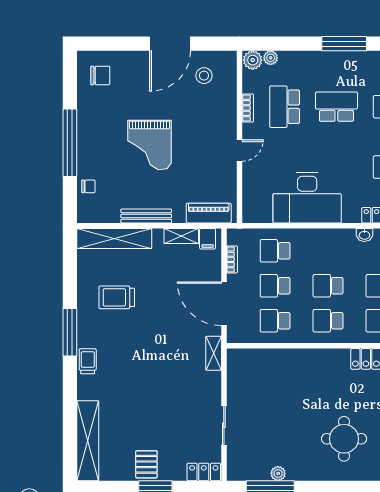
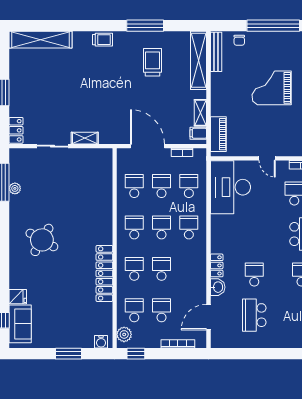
desk: (307, 198) -> (230, 187), moved
bench: (146, 216) -> (216, 52), moved
washbasin: (364, 235) -> (201, 256), removed
school desk: (328, 251) -> (189, 227), added
door: (224, 304) -> (147, 146), hinge flipped
window: (70, 332) -> (145, 26), moved
shelving: (214, 353) -> (85, 138), moved
round table: (344, 439) -> (42, 240), turned 30
pallet: (146, 464) -> (22, 86), removed

